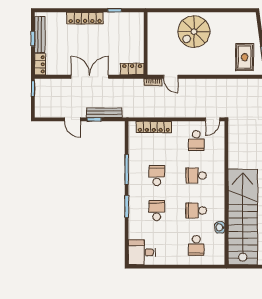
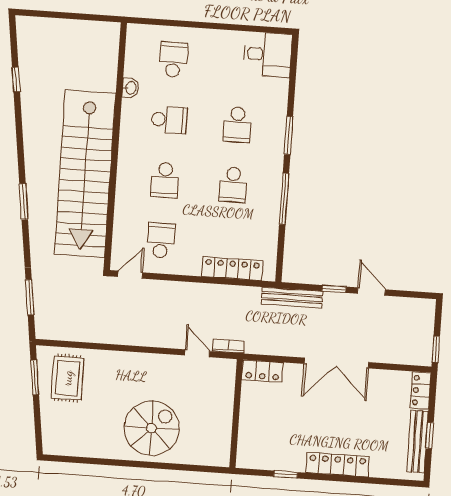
bench: (104, 113) -> (292, 298), moved
school desk: (196, 176) -> (165, 180), turned 90
stairs: (243, 217) -> (85, 174), moved

